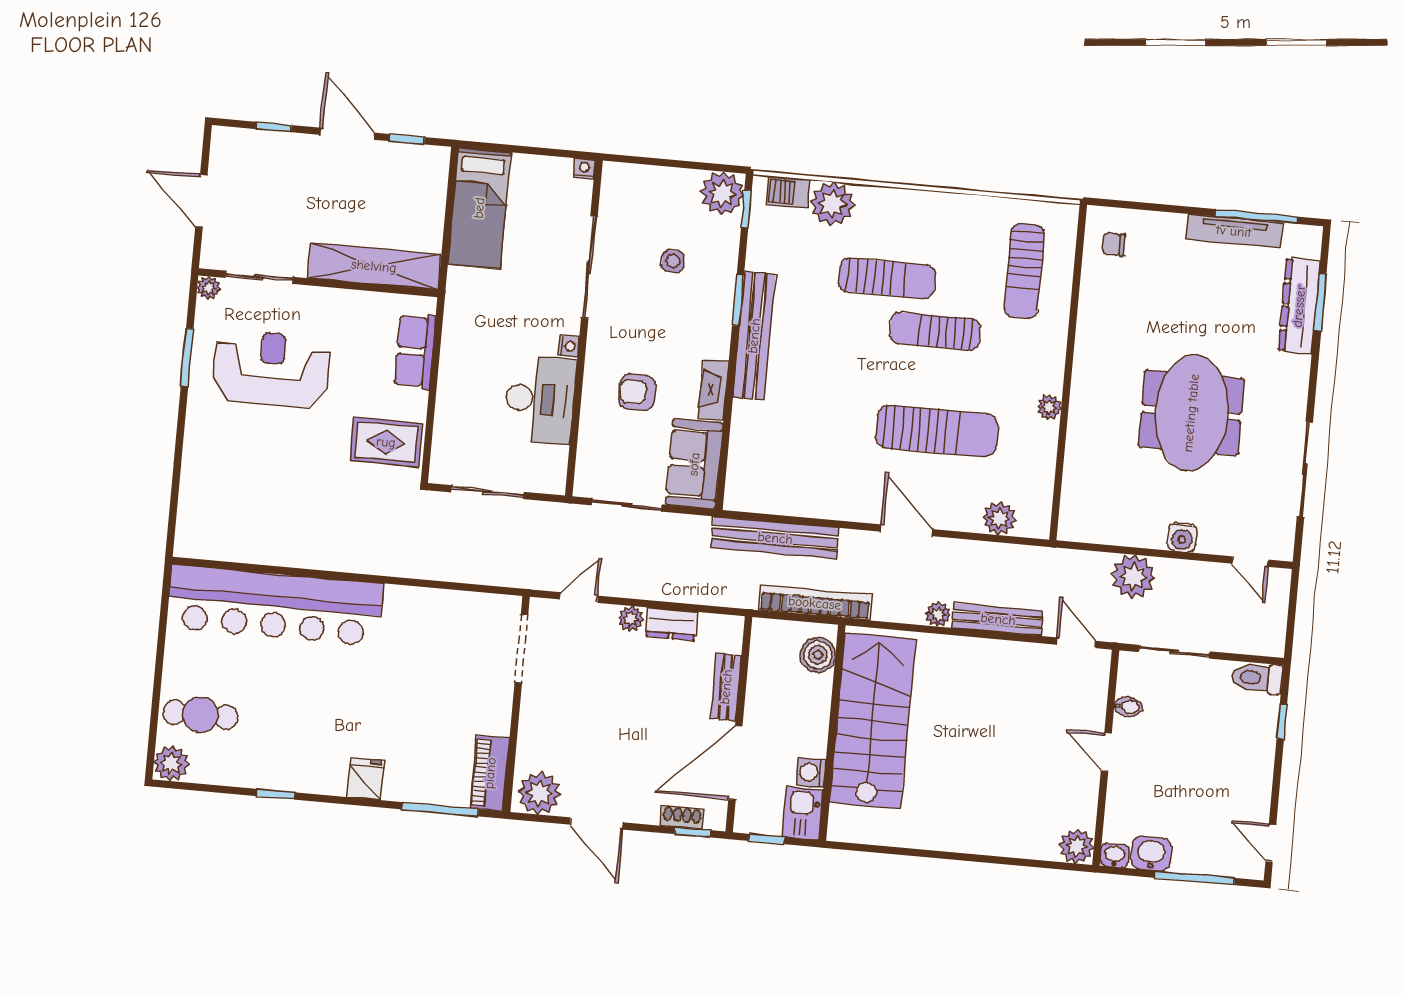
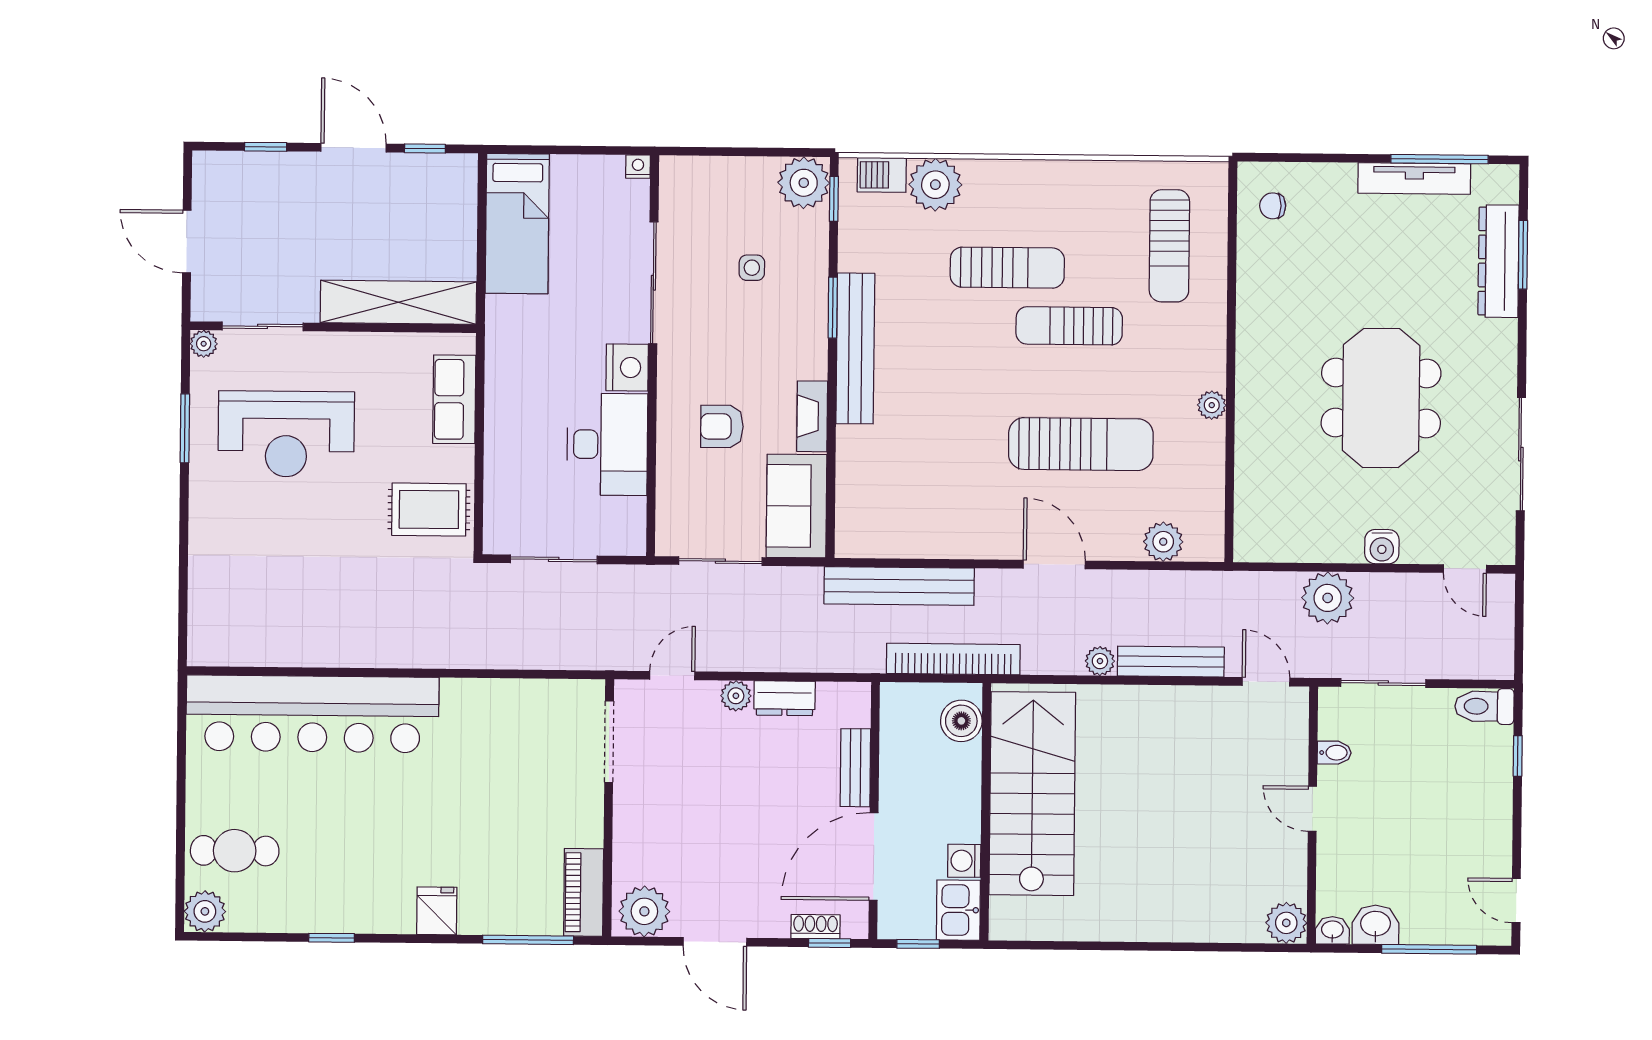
nightstand: (569, 346) -> (627, 367), width x1.89, depth x1.79
reception desk: (272, 369) -> (286, 434), turned 180

